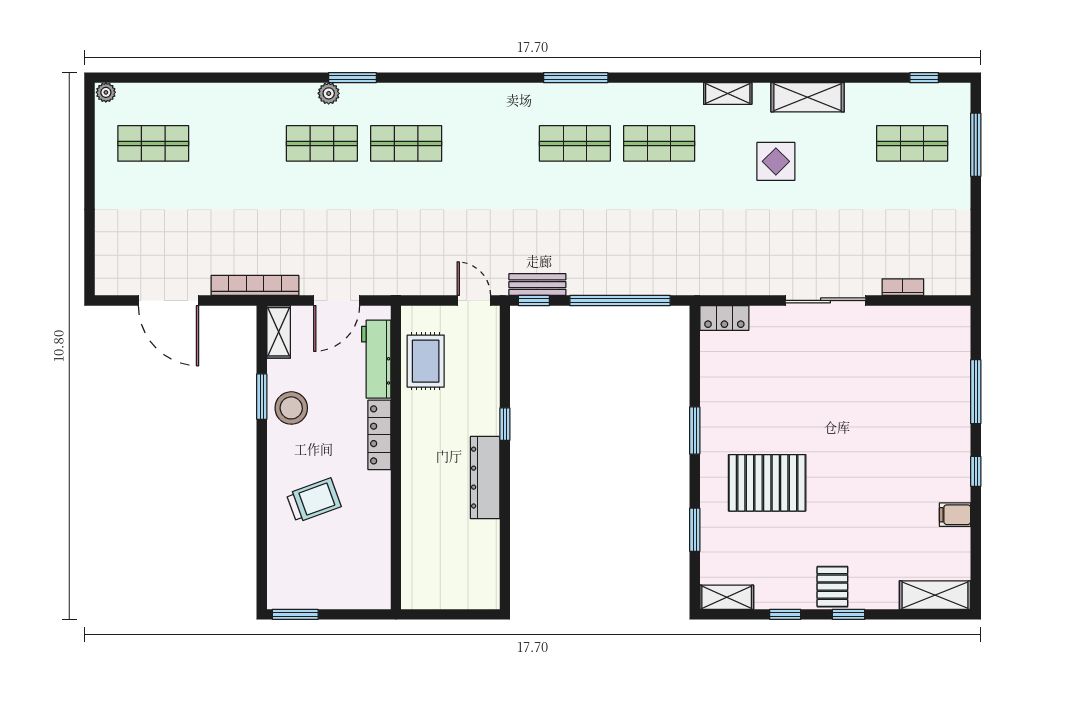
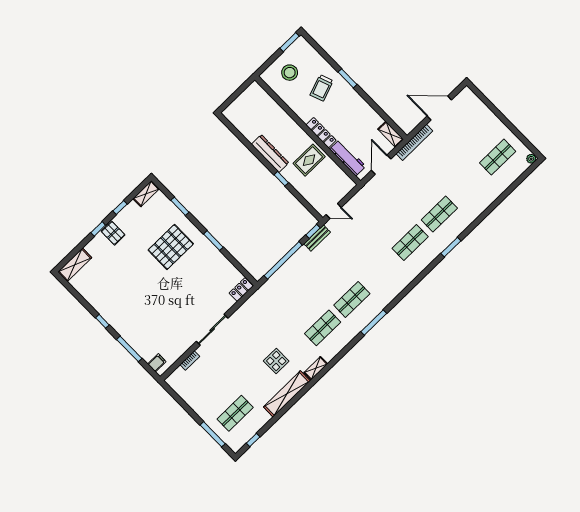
plant: (329, 93) -> (454, 234), removed
shelving: (808, 97) -> (287, 394), width x1.47
rug: (426, 361) -> (309, 160), moved, turned 90
window: (262, 397) -> (347, 78), moved
stool: (291, 408) -> (290, 73), moved
filing cabinet: (955, 515) -> (157, 363), moved

